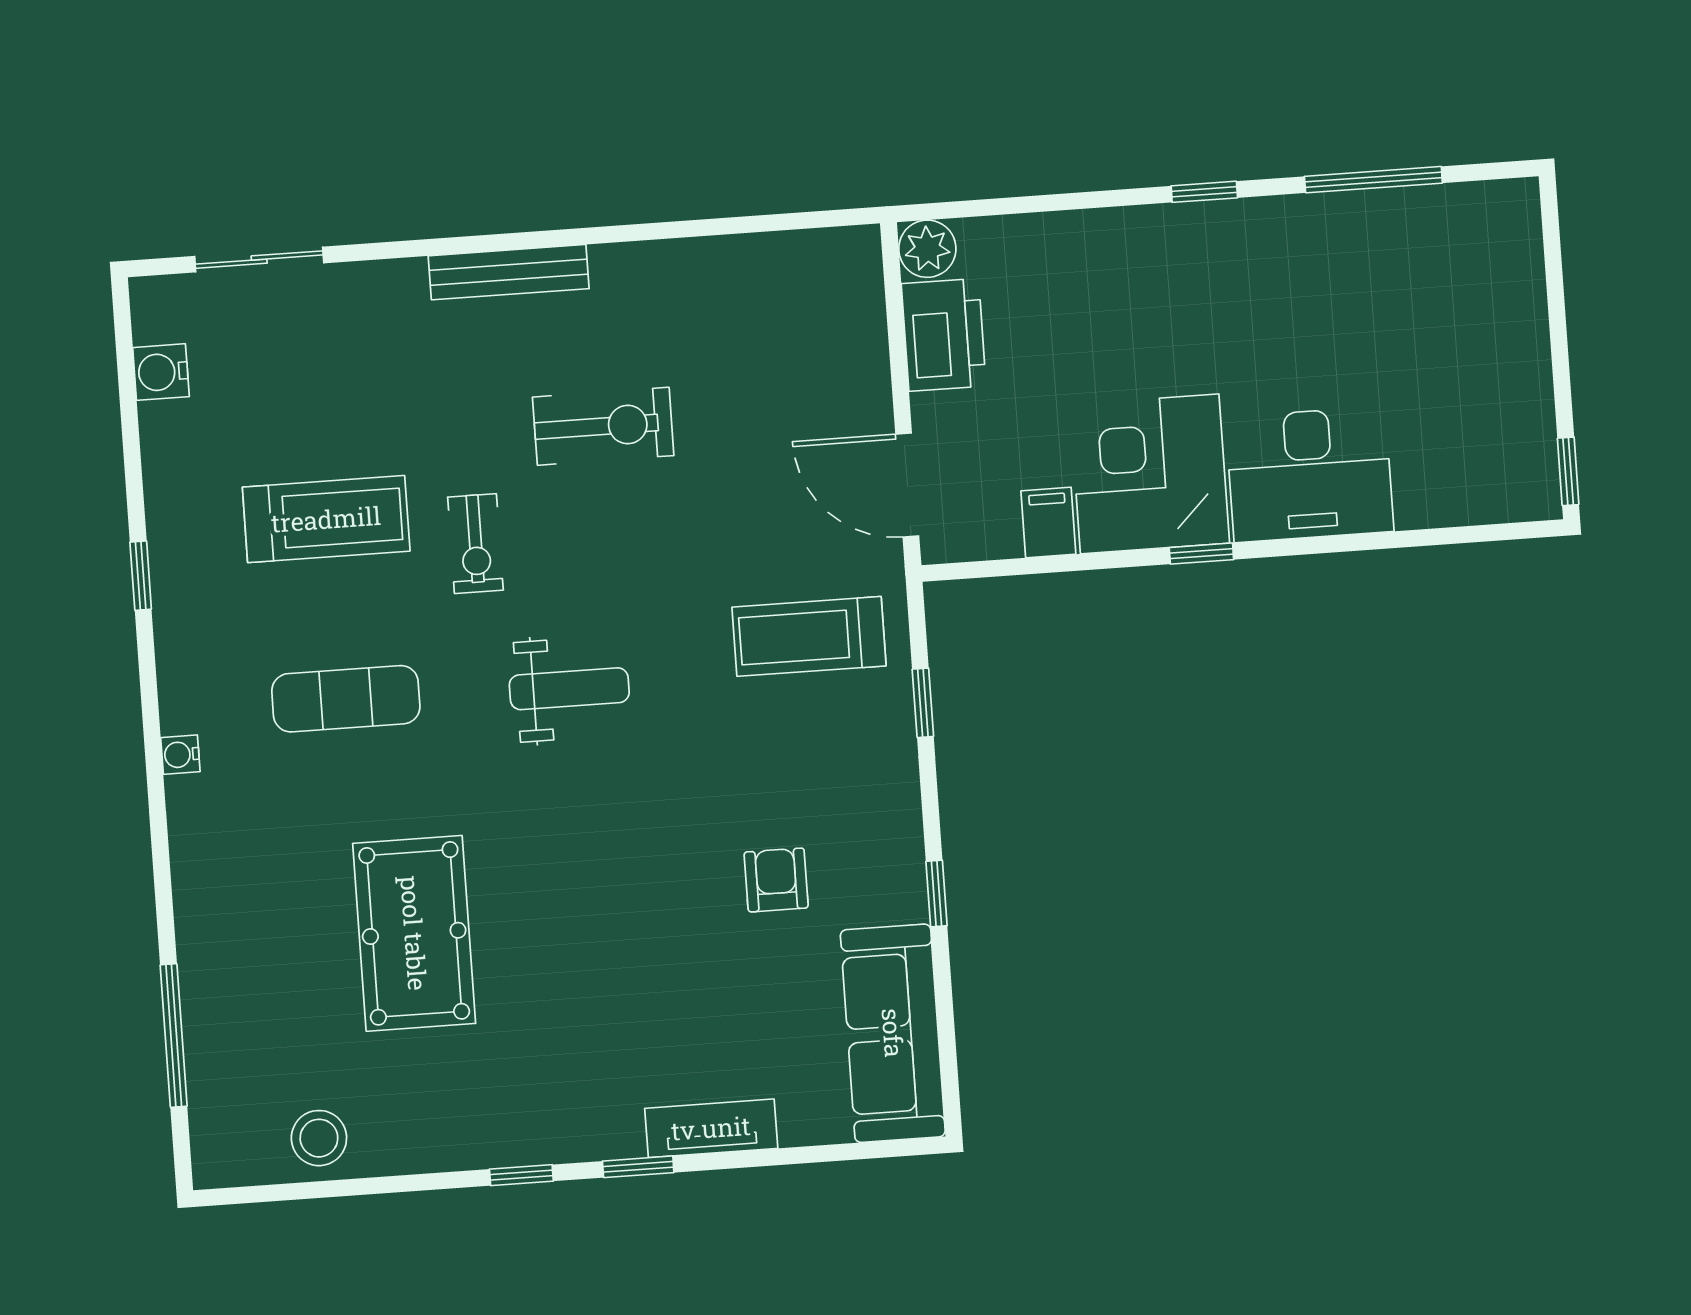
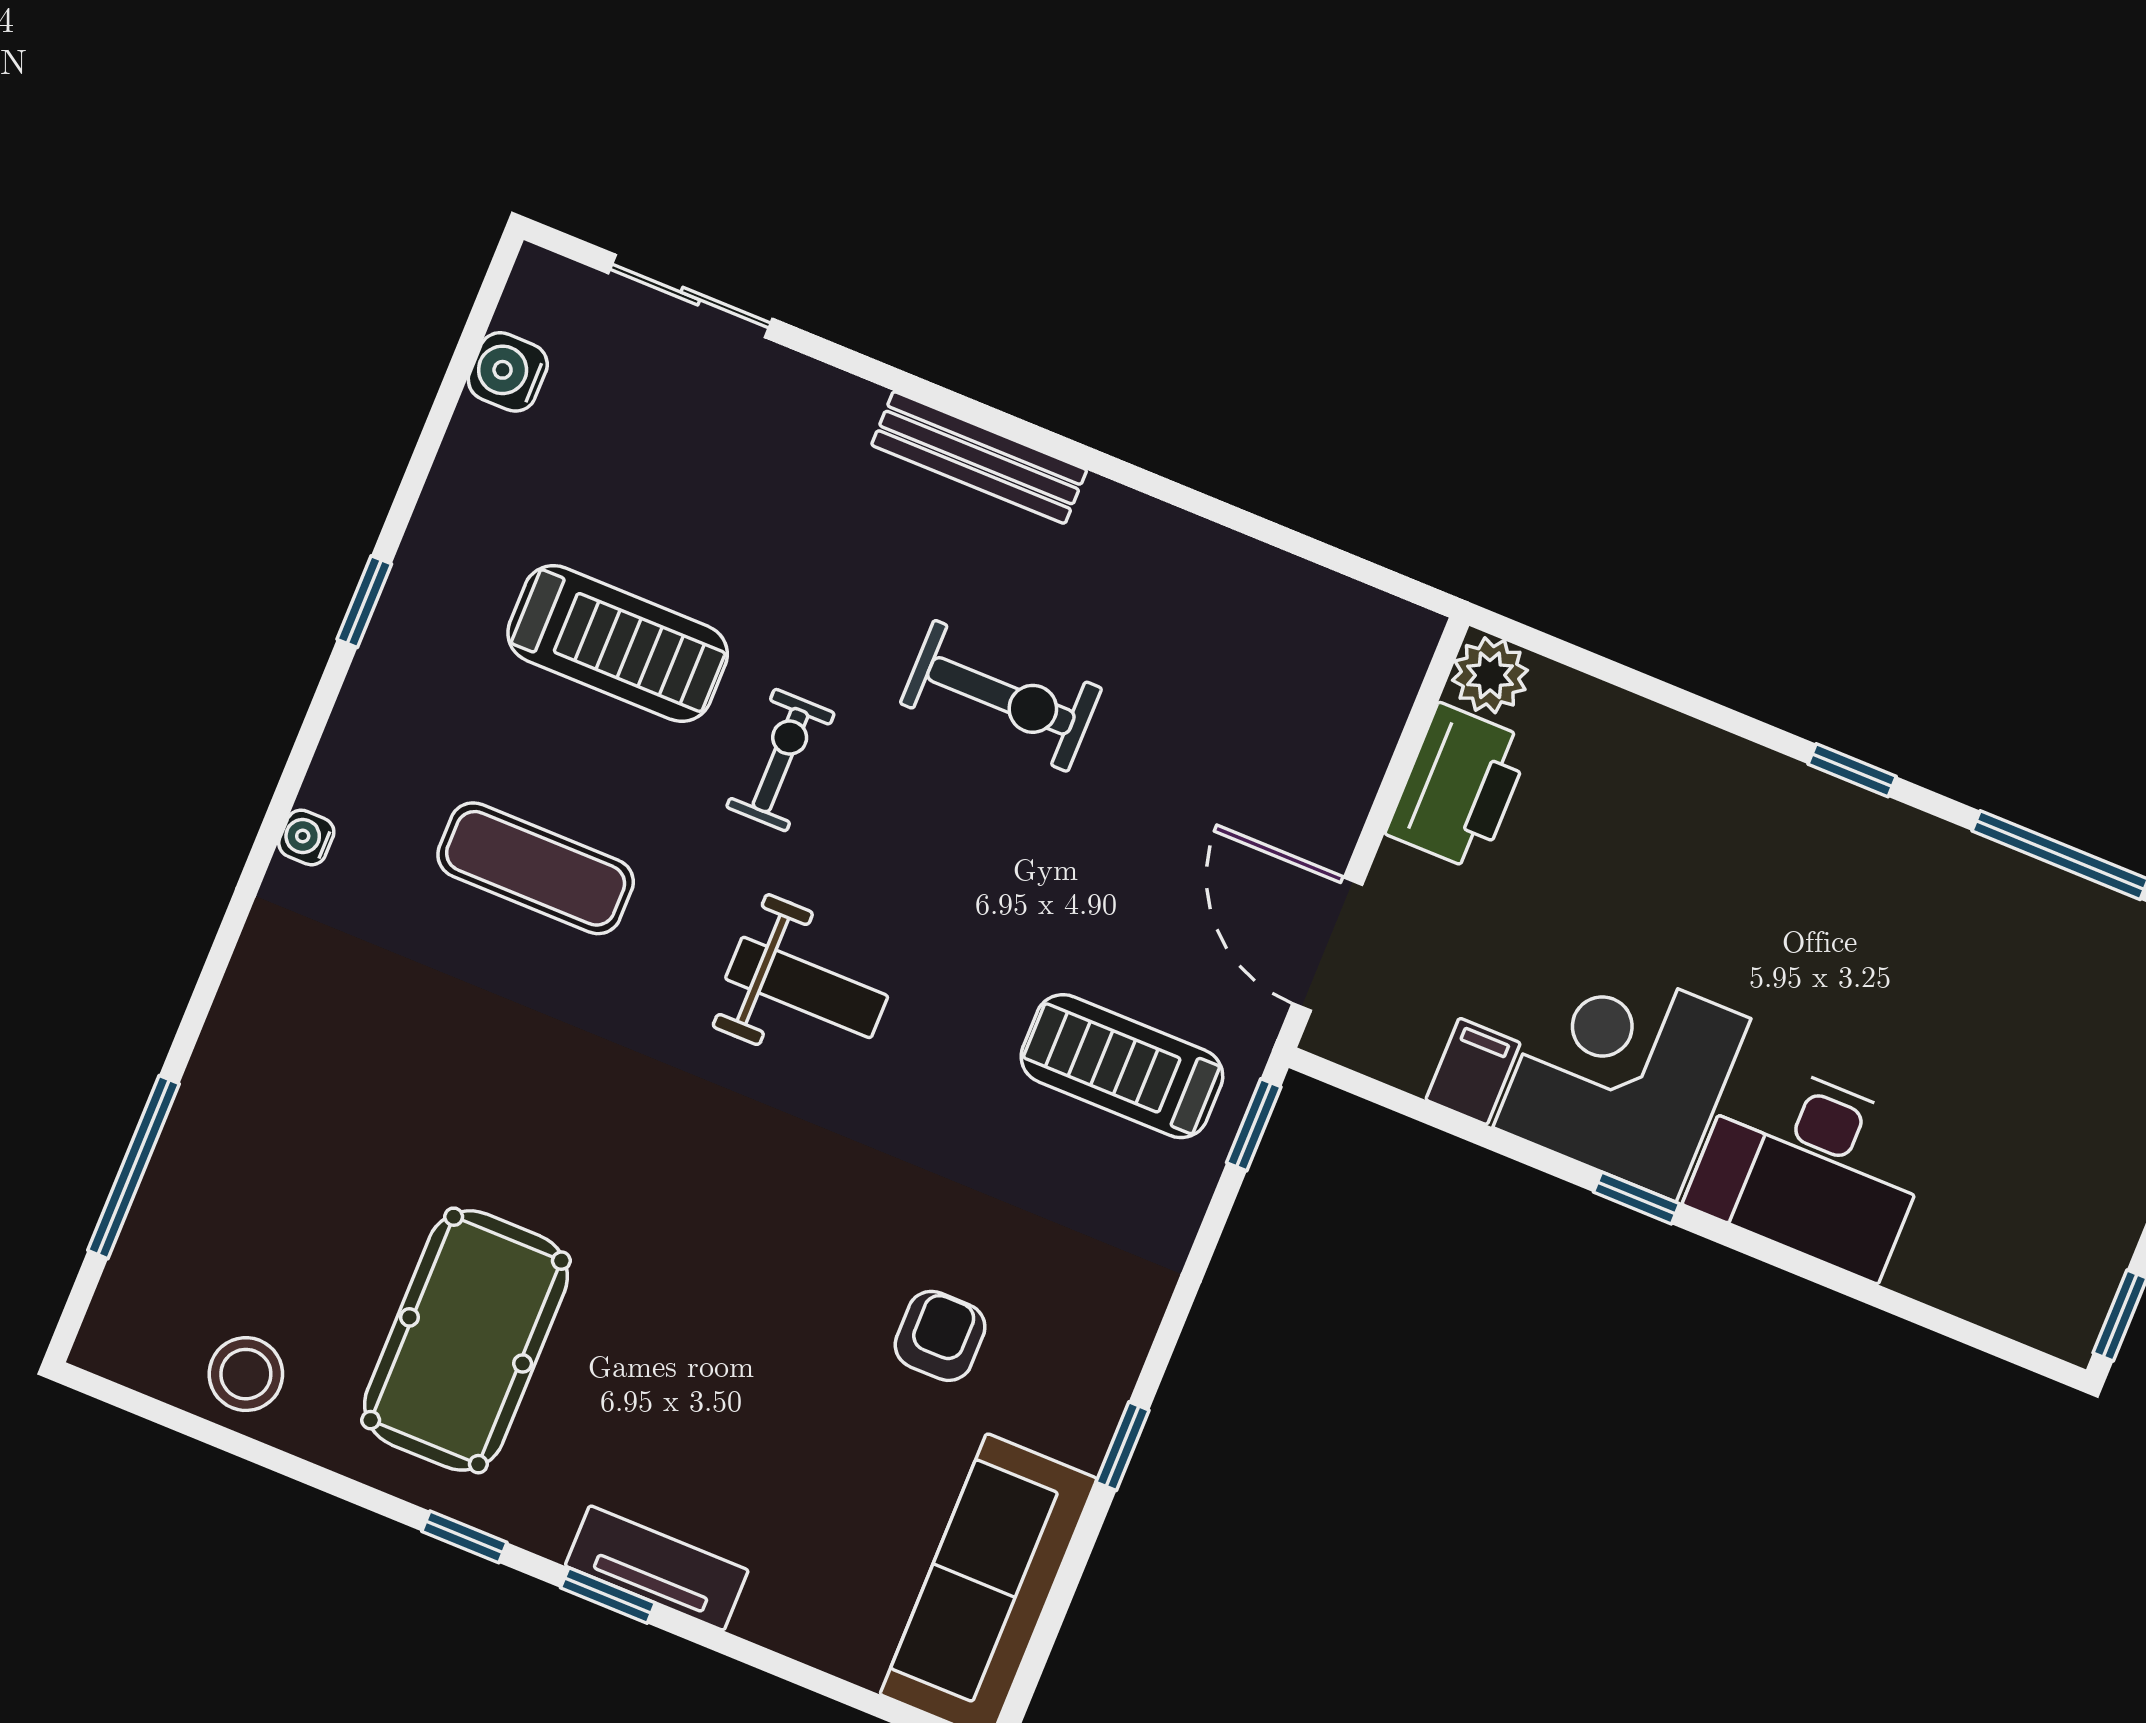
exercise bike: (475, 544) -> (780, 760), turned 180
window: (923, 703) -> (1254, 1125), moved
pool table: (414, 933) -> (466, 1340), moved
tv unit: (711, 1128) -> (657, 1568), moved

